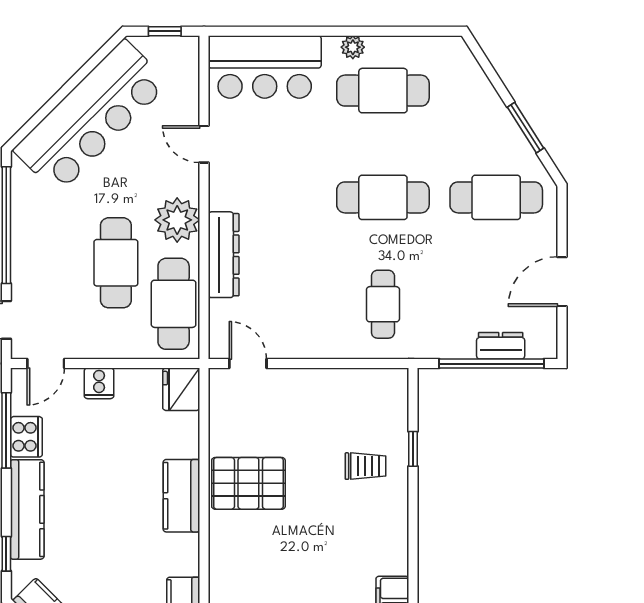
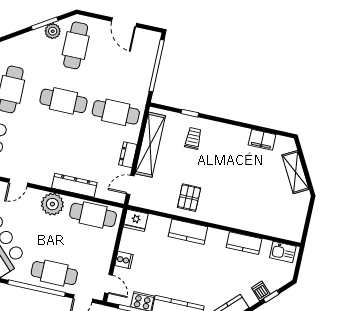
plant: (514, 147) -> (53, 31), added
cafe table: (383, 197) -> (63, 101), turned 90
cafe table: (116, 263) -> (54, 273), moved
cafe table: (383, 304) -> (116, 112), width x1.37, depth x1.35
dresser: (501, 346) -> (128, 155), moved
shelving: (335, 385) -> (150, 145), added
pallet: (248, 483) -> (189, 198), width x0.67, depth x0.71

